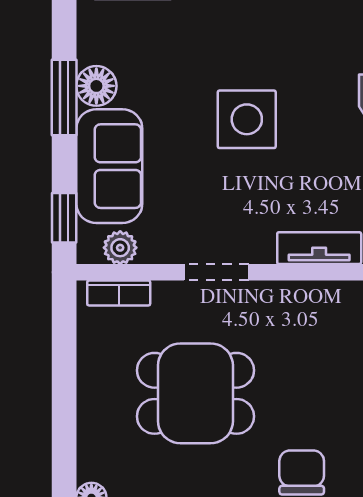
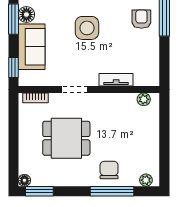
plant: (120, 248) -> (36, 80), removed

